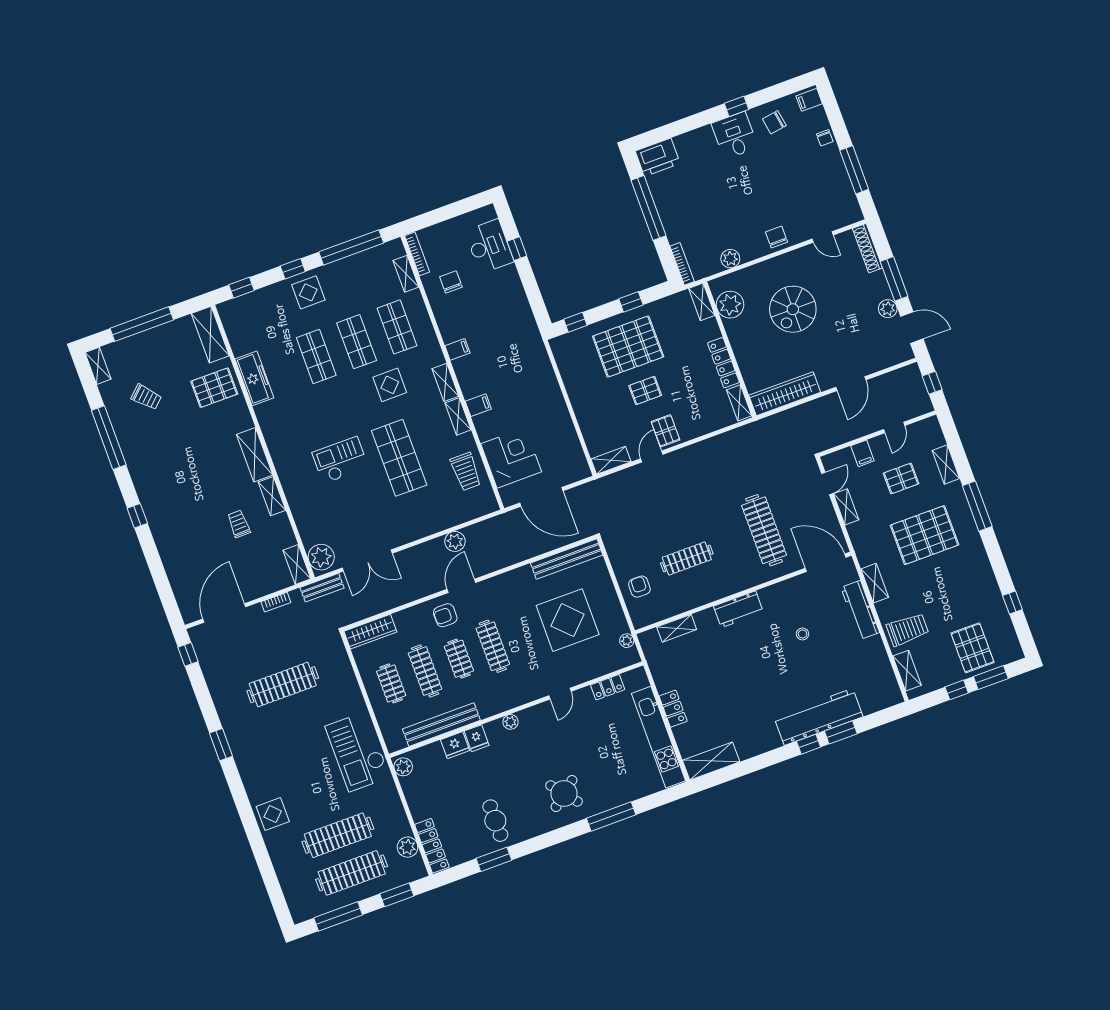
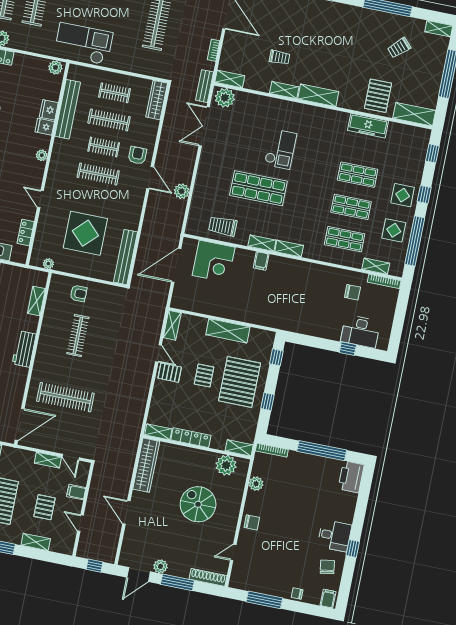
filing cabinet: (457, 349) -> (306, 270), removed
display table: (390, 385) -> (394, 230), moved
shelving: (579, 395) -> (228, 331), added

